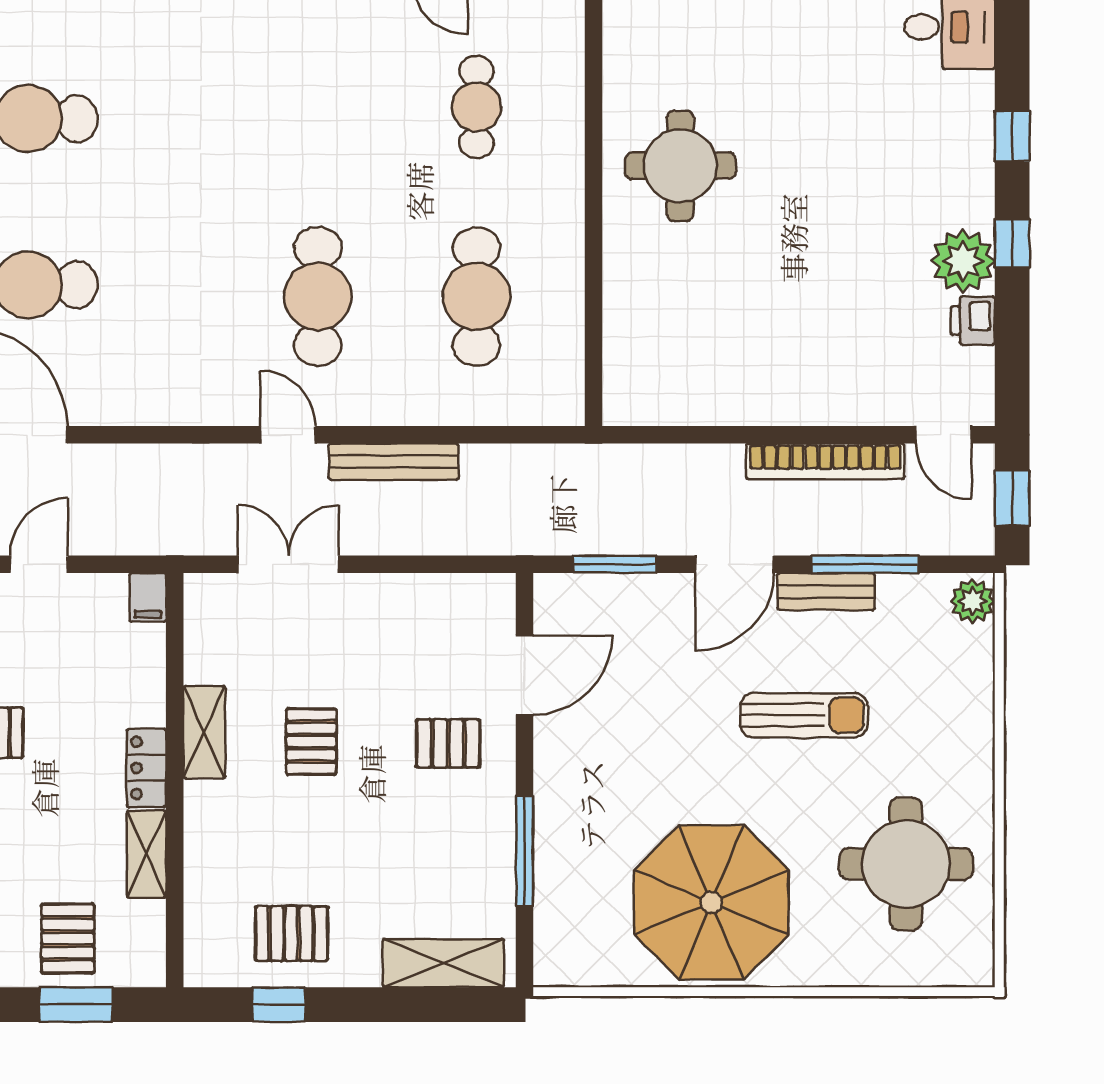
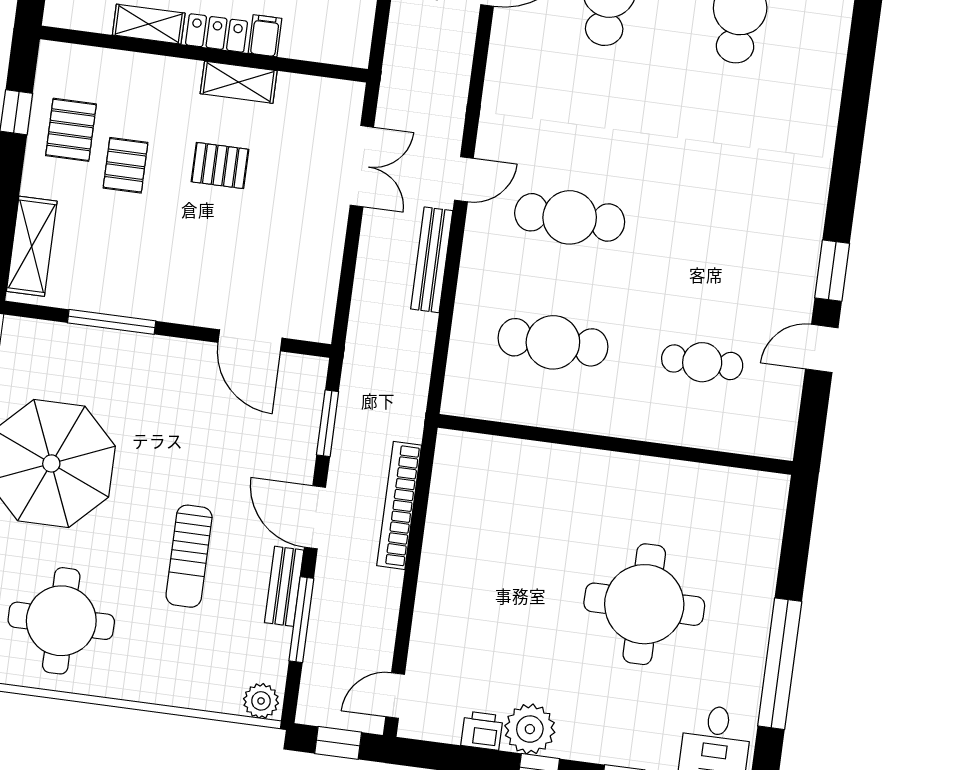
round table: (680, 166) -> (644, 604), moved, width x1.36, depth x1.36
bookcase: (825, 461) -> (399, 505), moved
filing cabinet: (148, 597) -> (265, 36), moved, turned 90
pallet: (448, 743) -> (126, 165), moved

